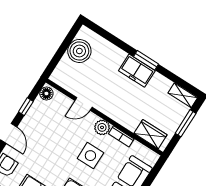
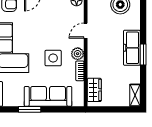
freezer: (137, 71) -> (132, 48), width x1.40
door: (83, 104) -> (86, 31), hinge flipped
window: (186, 123) -> (117, 109), removed

